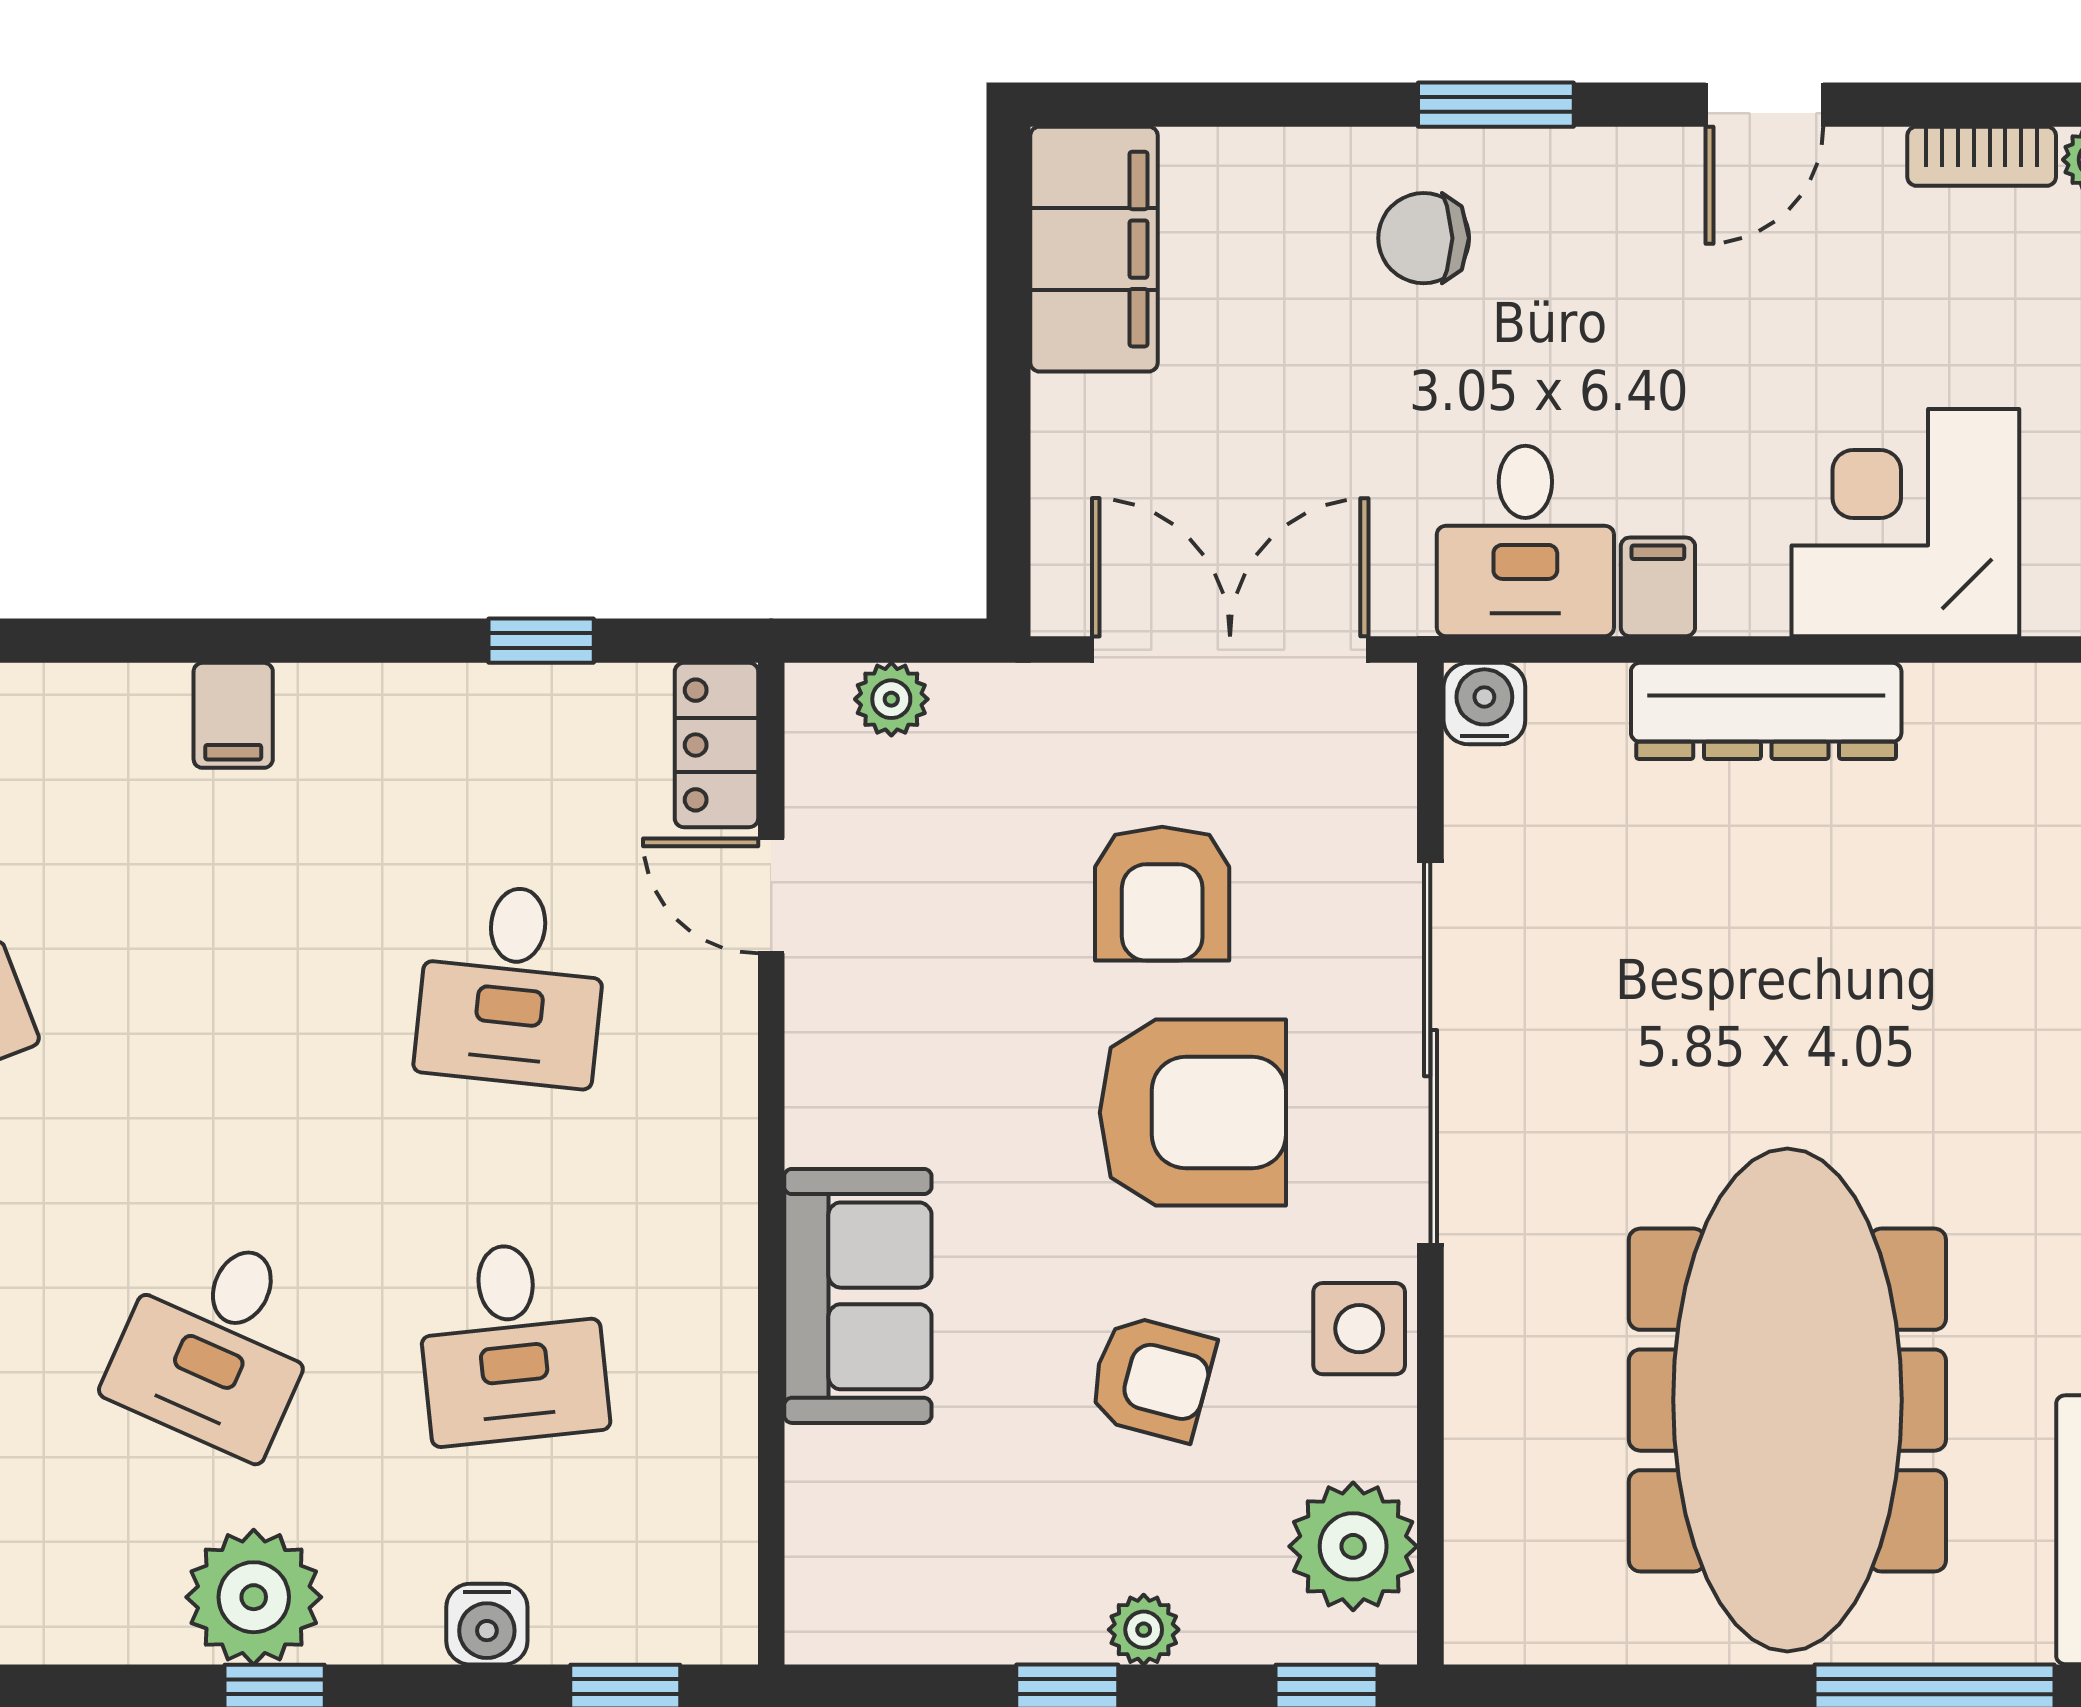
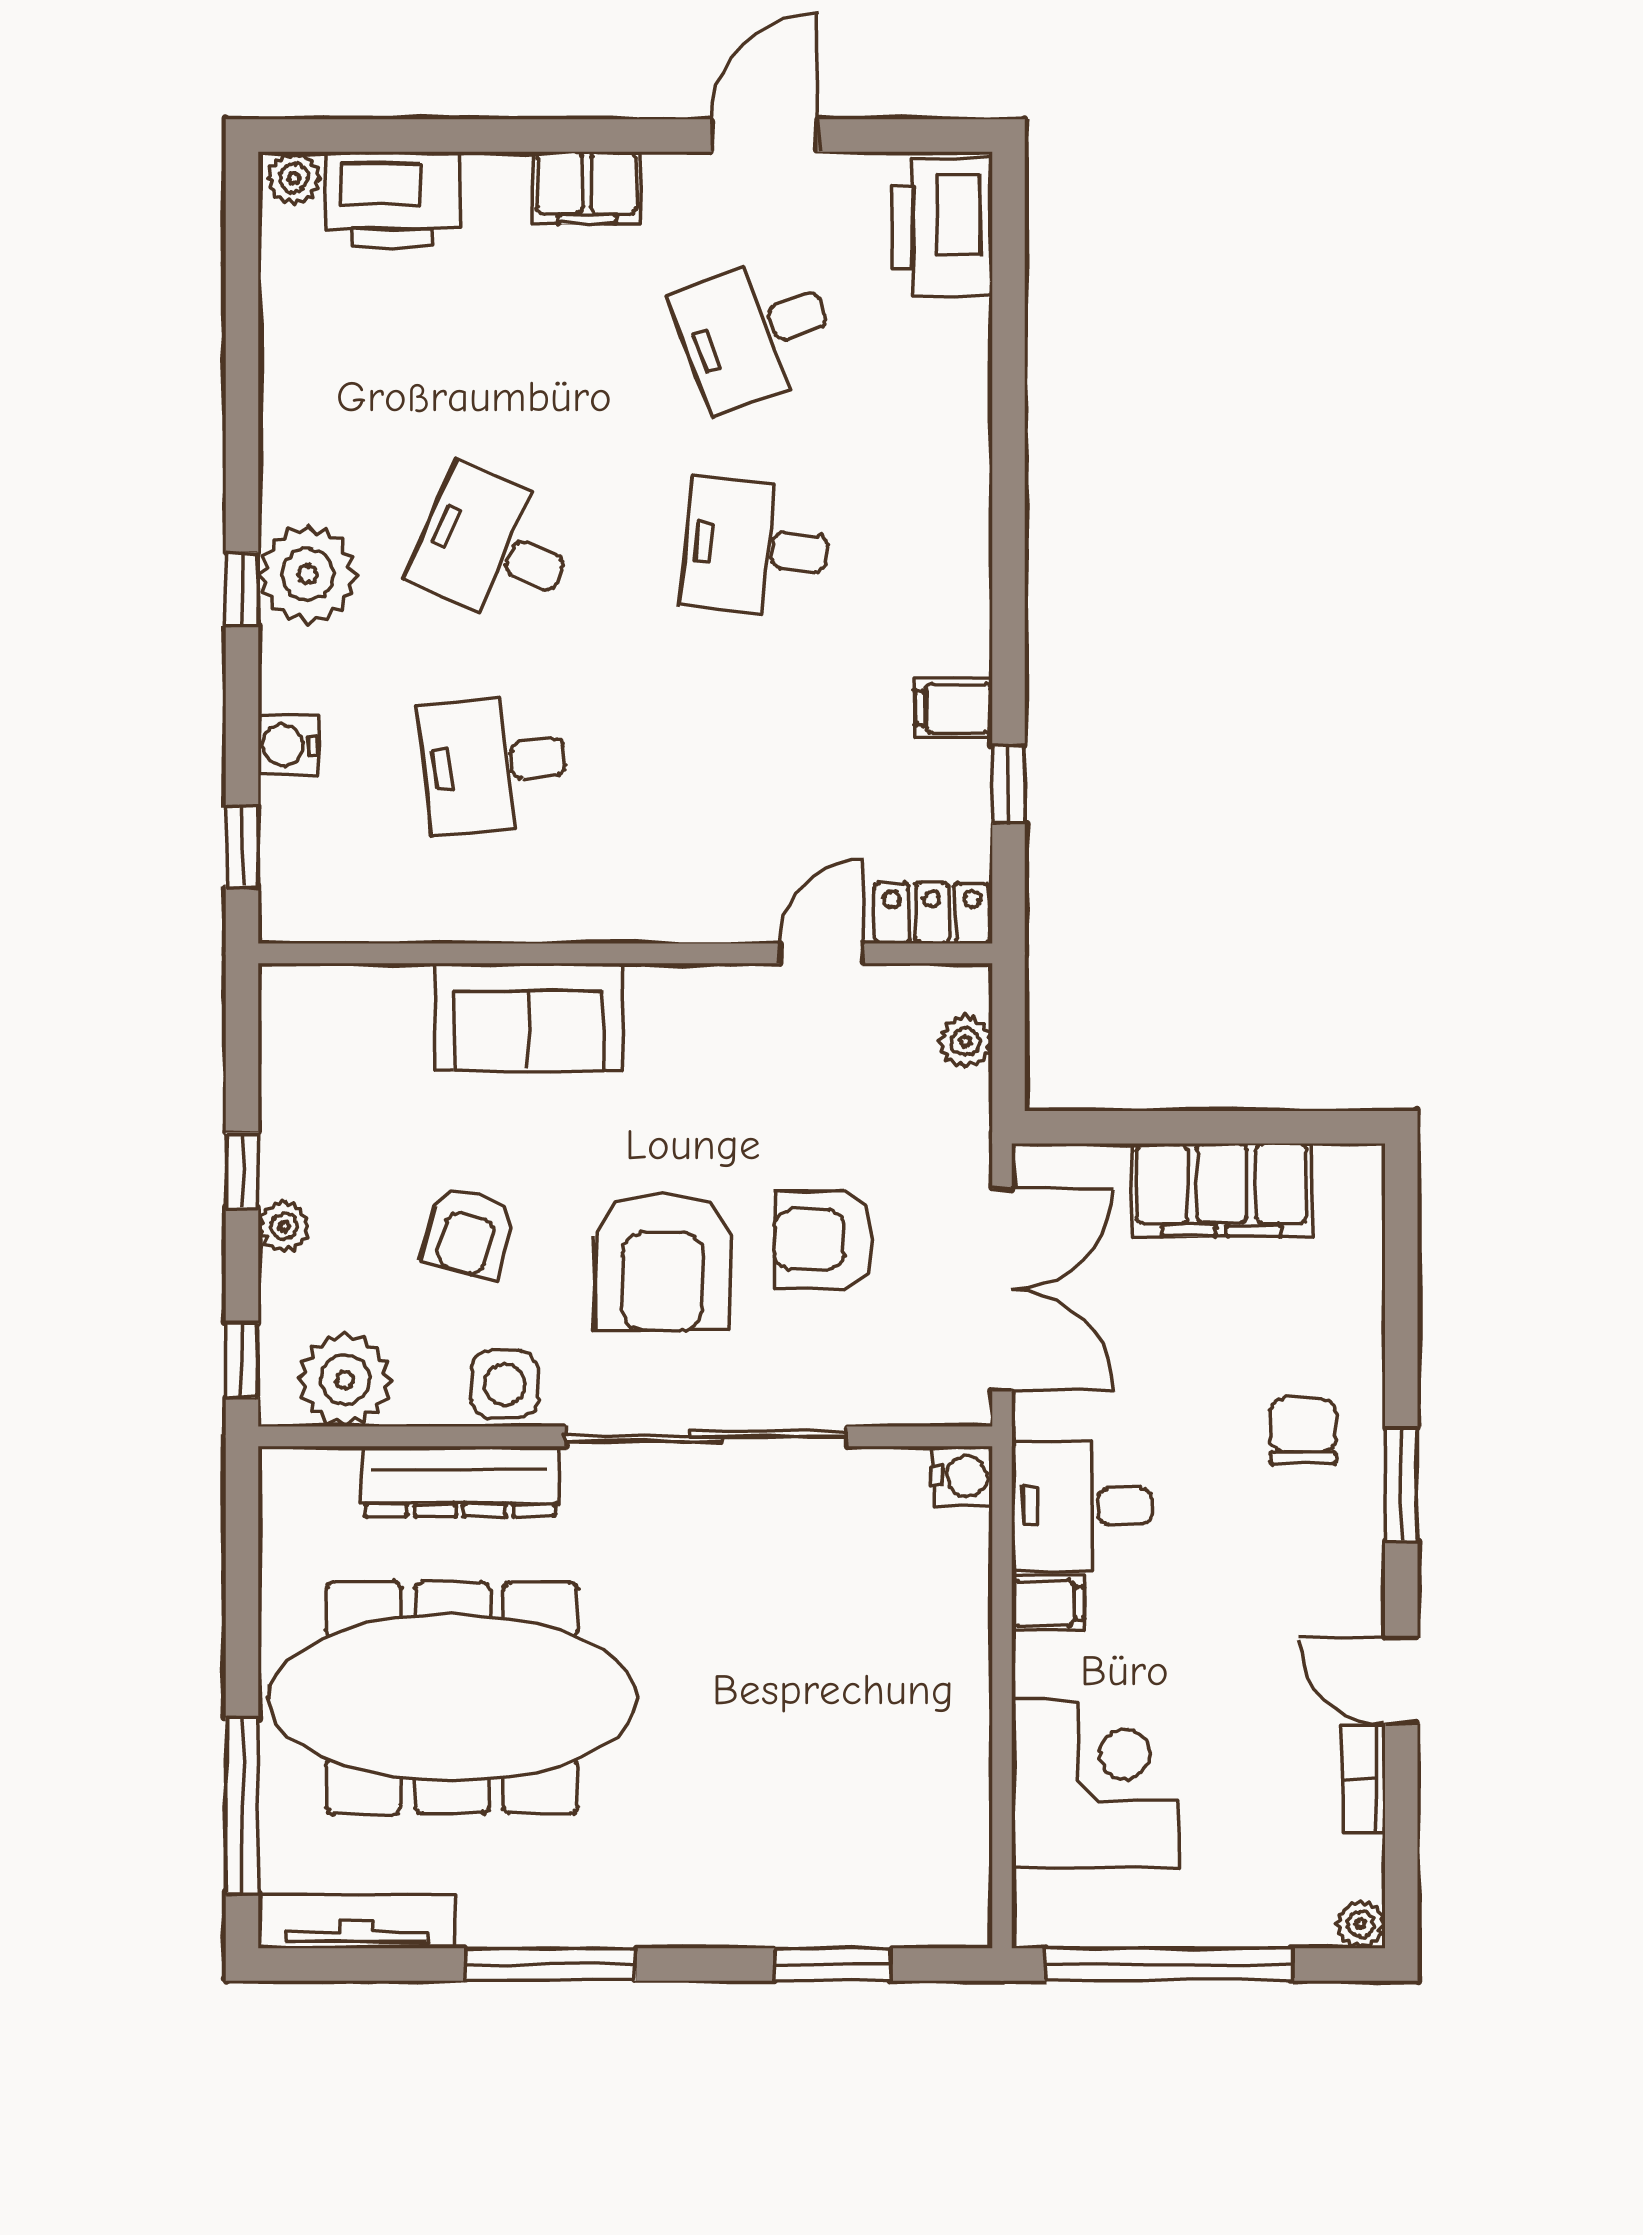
bookcase: (1982, 156) -> (1363, 1778), moved
filing cabinet: (1094, 249) -> (1221, 1190), moved
dresser: (1766, 711) -> (460, 1481), moved, turned -90
filing cabinet: (233, 715) -> (954, 708), moved
desk: (512, 985) -> (756, 548), moved

